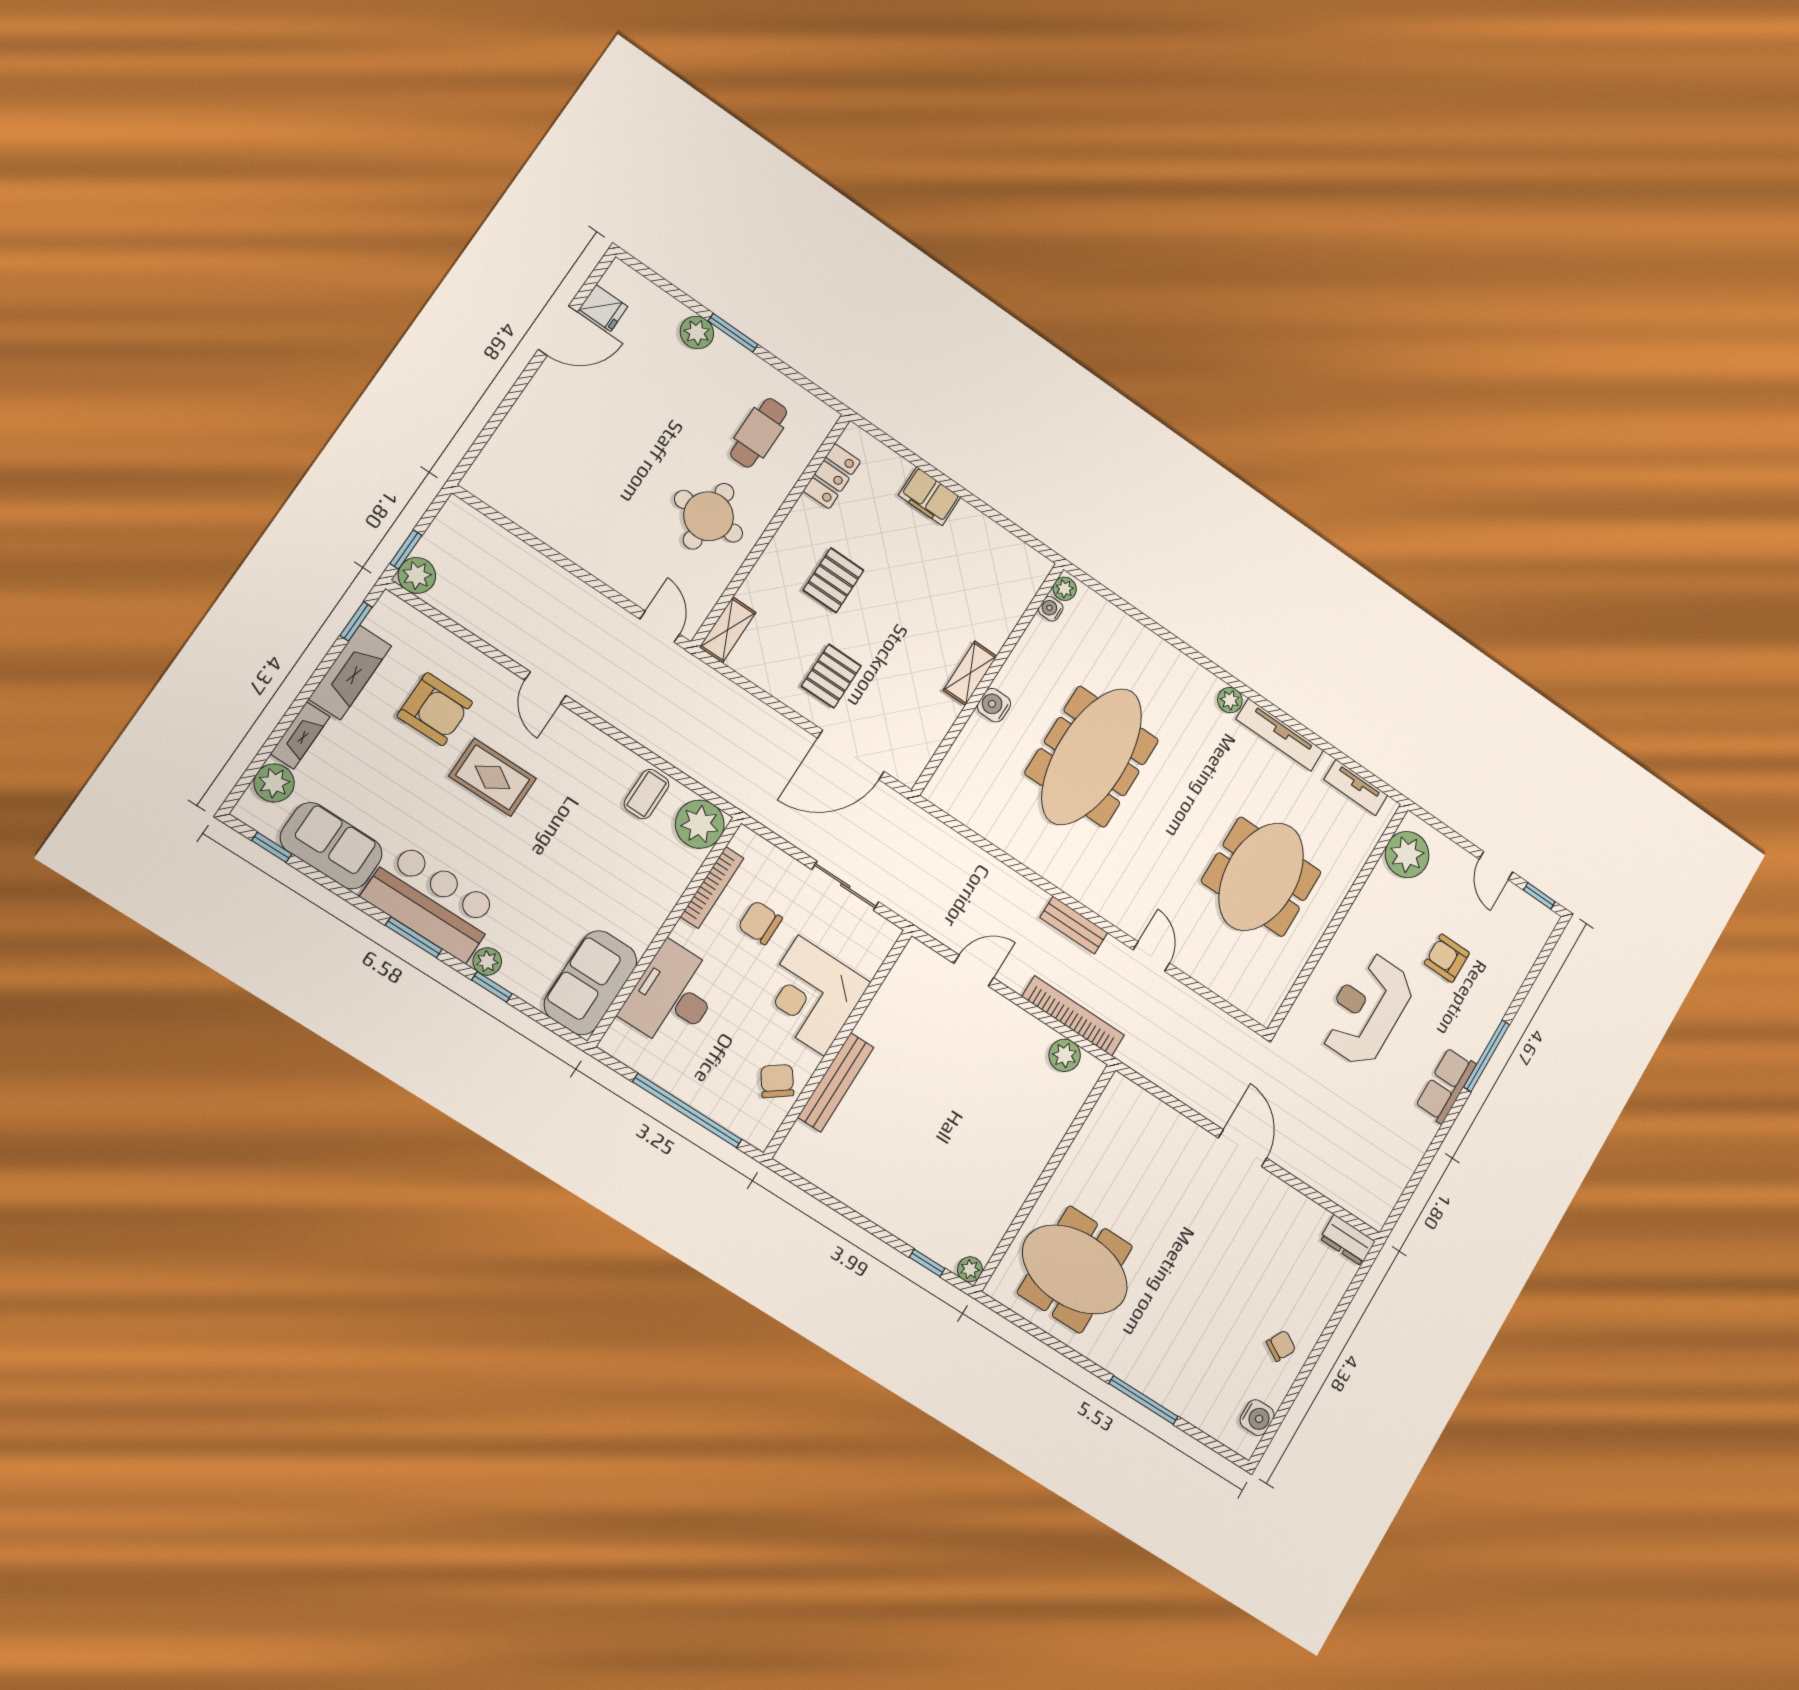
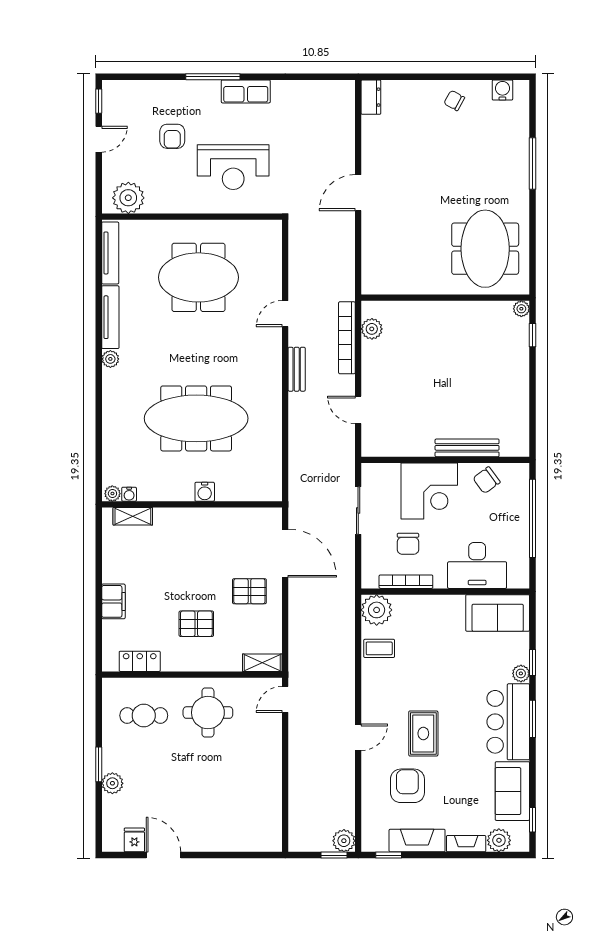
shelving: (970, 673) -> (133, 516), moved
tv unit: (1356, 787) -> (110, 253), width x1.41

